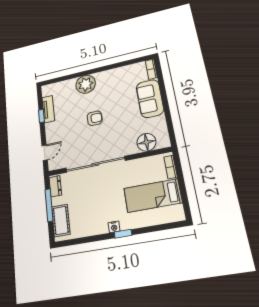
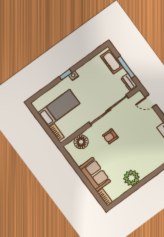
plant: (86, 84) -> (132, 178), moved
armchair: (95, 118) -> (110, 136), moved
door: (45, 153) -> (151, 101), hinge flipped

